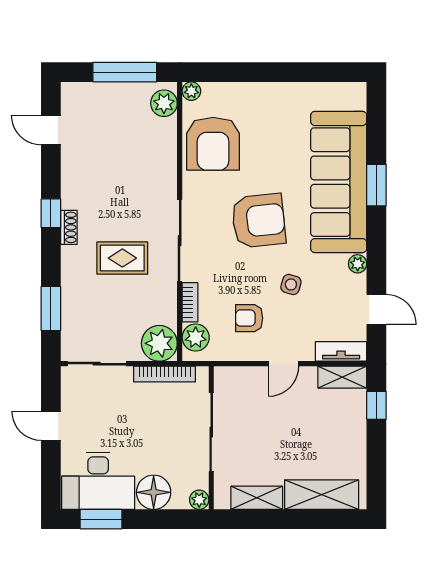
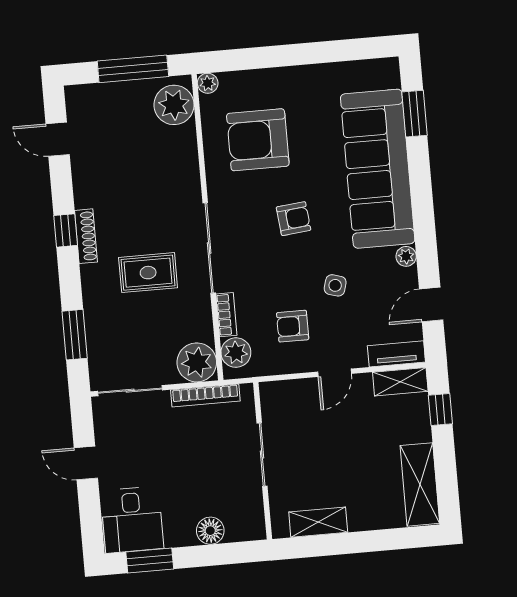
plant: (164, 103) -> (174, 105), width x1.36, depth x1.36
armchair: (213, 144) -> (258, 140), moved, turned 90
window: (376, 185) -> (414, 114), moved
armchair: (258, 221) -> (293, 219), width x0.53, depth x0.53
shoe rack: (69, 227) -> (86, 236), width x1.43
door: (376, 309) -> (431, 305), swing flipped
sliding door: (211, 432) -> (262, 455), width x0.73
desk: (98, 481) -> (132, 520), width x0.73
floor lamp: (154, 492) -> (210, 531), width x0.73, depth x0.73
shelving: (322, 495) -> (420, 484), moved, turned 90
plant: (199, 500) -> (255, 530), removed

